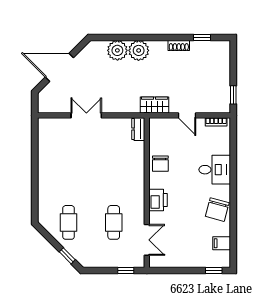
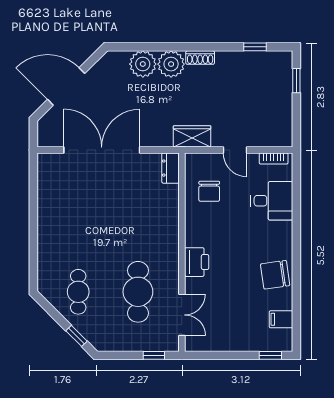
shoe rack: (179, 46) -> (200, 58), moved
window: (233, 95) -> (296, 81), moved
double door: (86, 115) -> (102, 150), width x1.87
chair: (160, 164) -> (209, 191), moved
desk: (215, 170) -> (272, 201), moved
chair: (217, 210) -> (275, 275), turned 67
cafe table: (114, 222) -> (138, 292), width x1.37, depth x1.35

